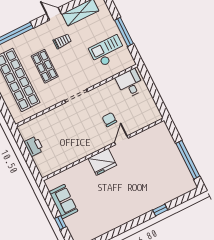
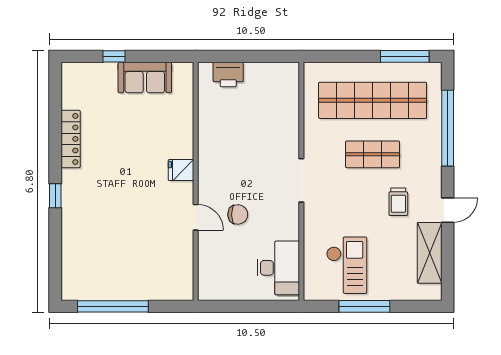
desk: (130, 84) -> (278, 268), width x1.37
printer: (34, 146) -> (228, 75), moved
fridge: (102, 162) -> (181, 170), width x0.53, depth x0.75
window: (160, 210) -> (55, 196), moved
locker: (113, 224) -> (71, 139), added

